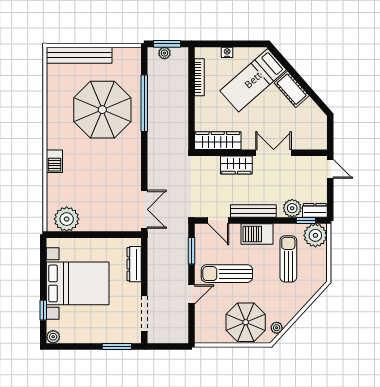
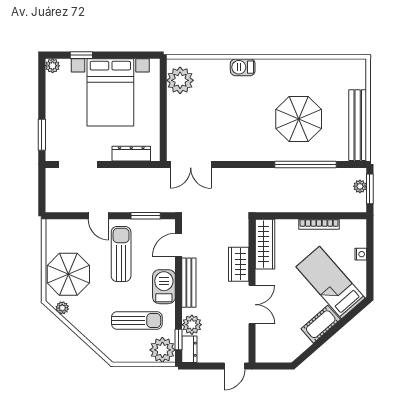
bench: (79, 55) -> (358, 125), moved
bookcase: (199, 77) -> (319, 224), moved
parasol: (102, 110) -> (299, 119), width x0.73, depth x0.73

